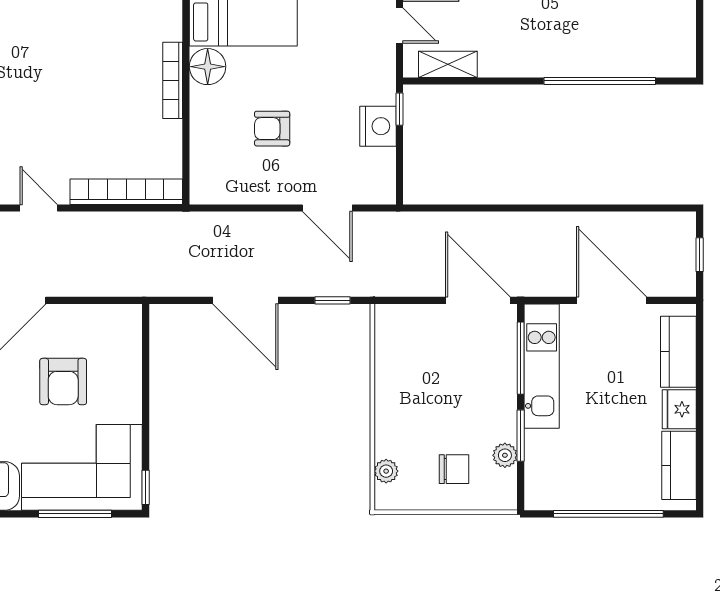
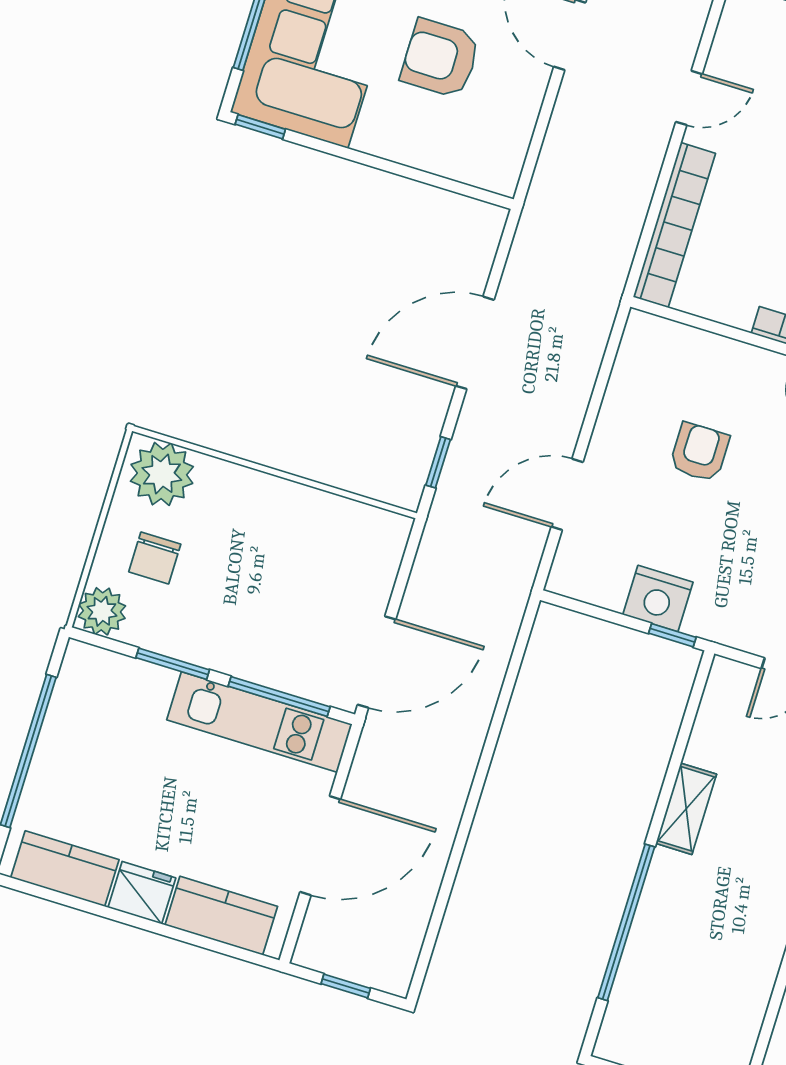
shelving: (448, 64) -> (686, 809), moved
plant: (505, 455) -> (102, 611), moved, width x1.38, depth x1.38
plant: (386, 471) -> (162, 474), width x1.87, depth x1.87

